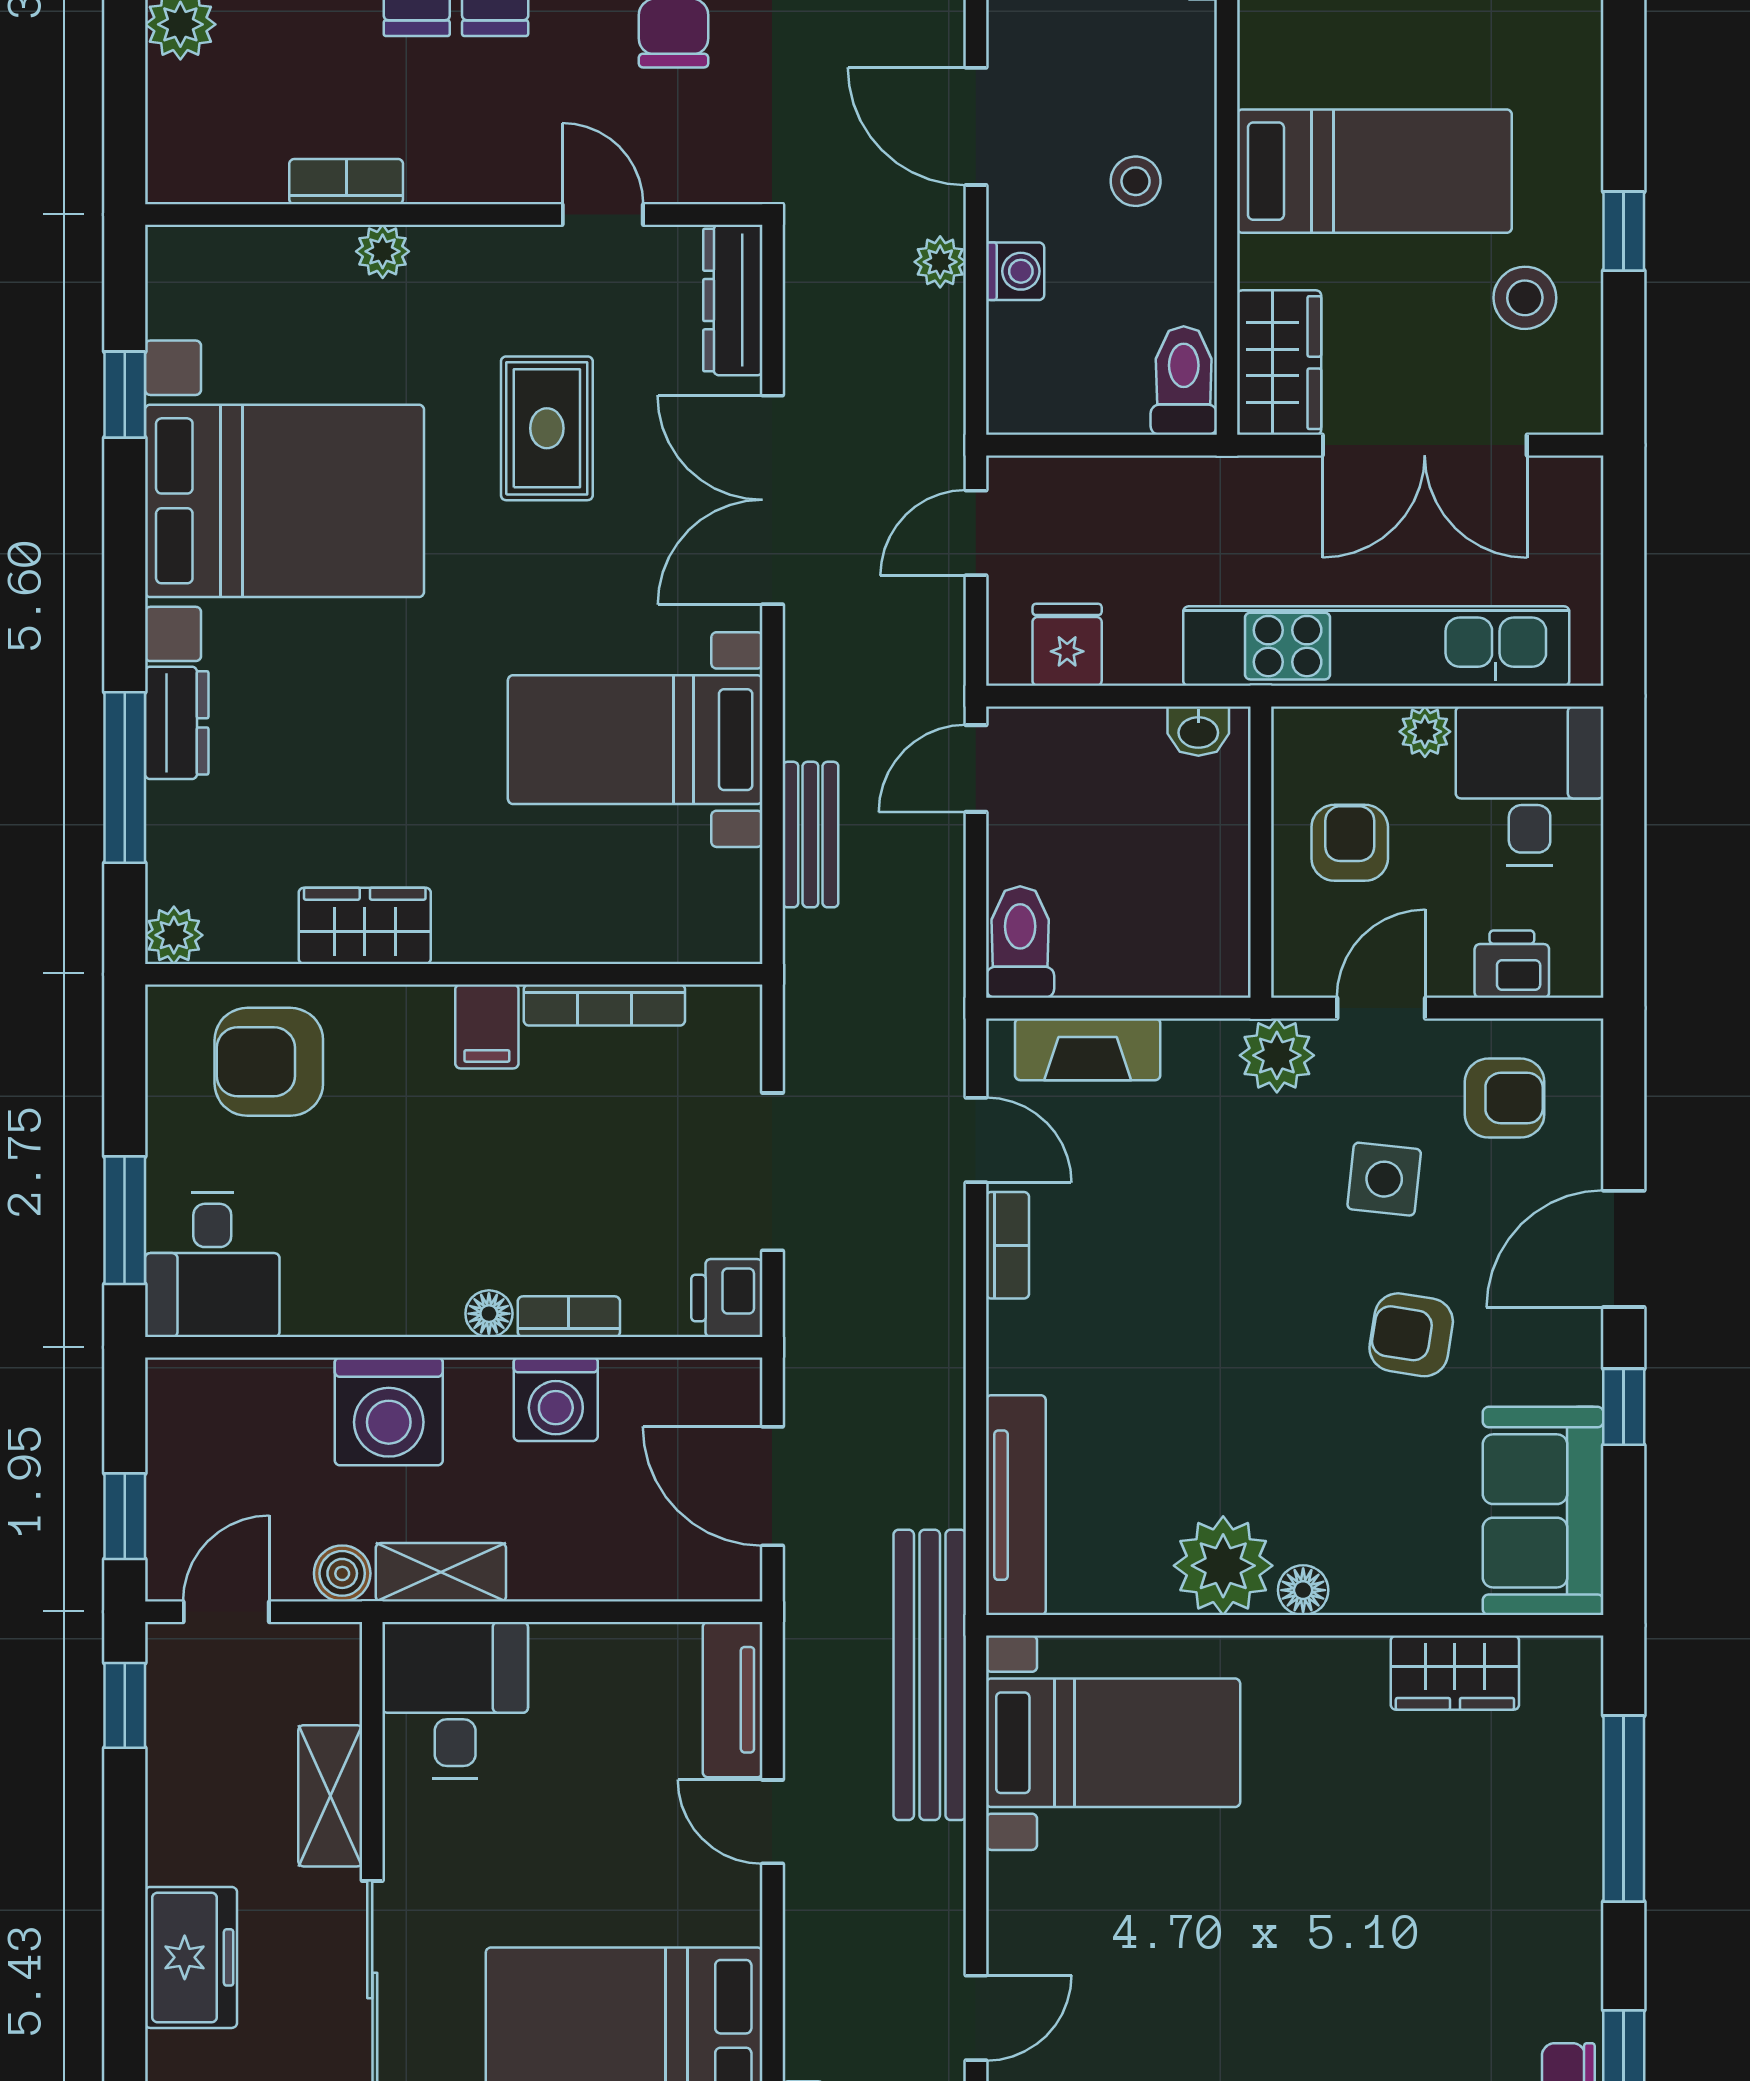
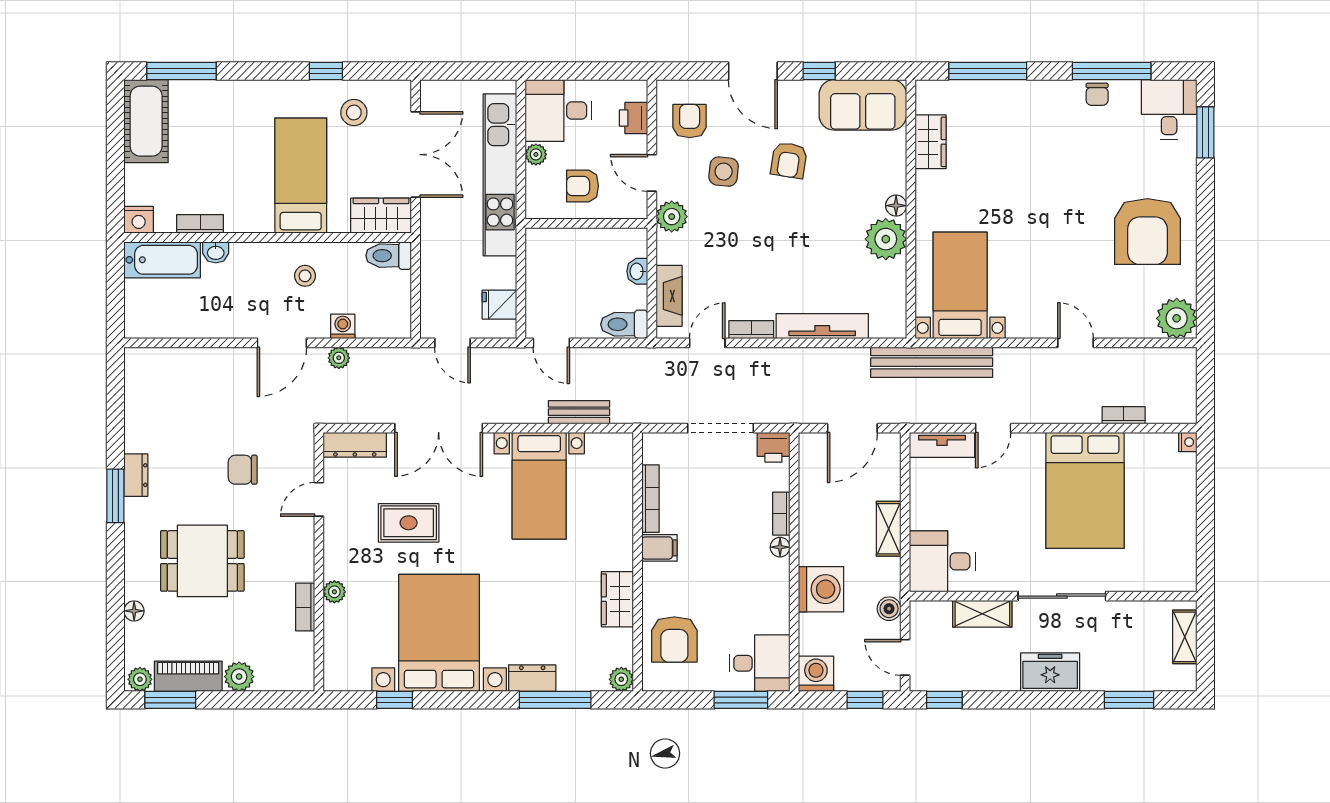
washbasin: (1198, 731) -> (637, 271), moved, turned 180
washing machine: (556, 1399) -> (816, 674), moved, turned -90
tv unit: (1016, 1505) -> (822, 326), moved
shelving: (441, 1572) -> (889, 529), moved

